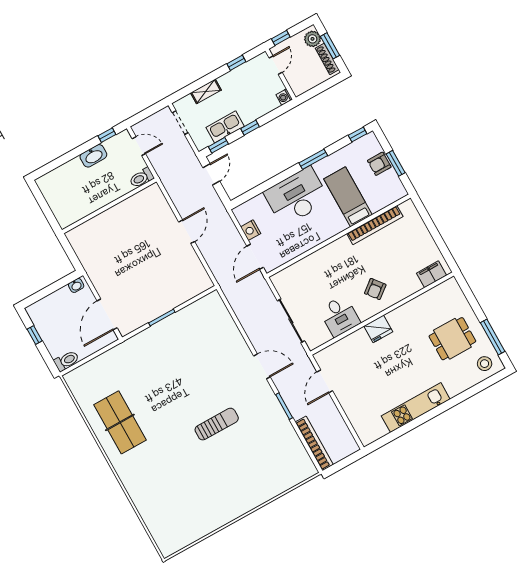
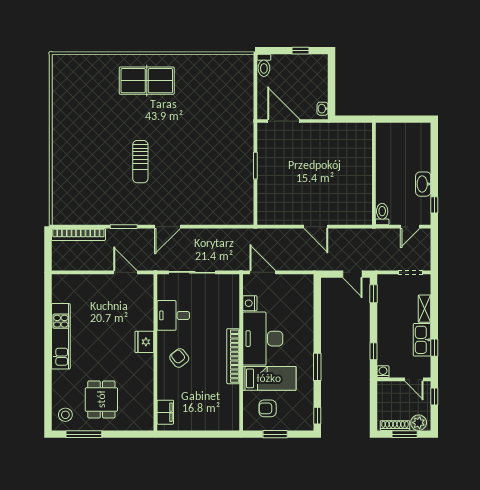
kitchen sink: (225, 127) -> (422, 340), moved, turned 180
window: (250, 128) -> (373, 351), moved
armchair: (379, 164) -> (268, 408), moved, turned -90
desk: (297, 197) -> (263, 339), moved, turned 180
bookcase: (375, 225) -> (233, 356), moved
nightstand: (251, 230) -> (250, 303), moved, turned -90
table tennis table: (120, 422) -> (147, 81), moved

